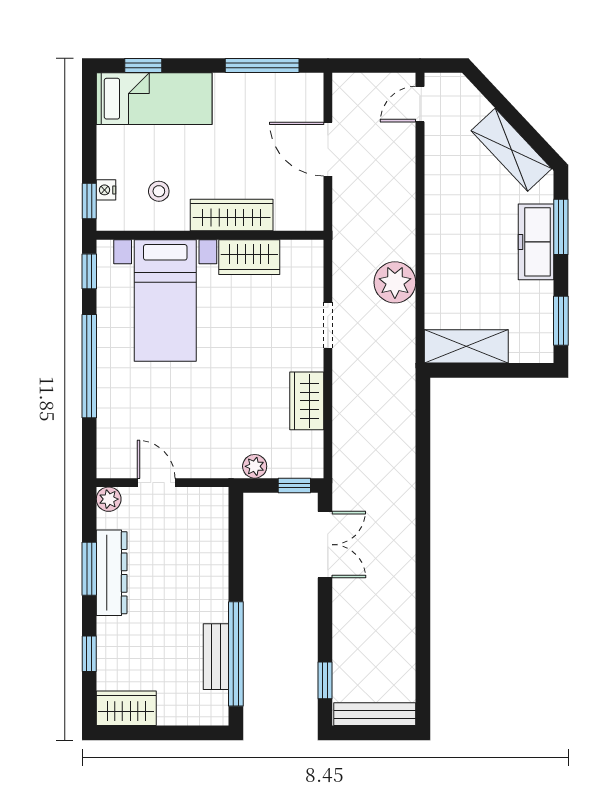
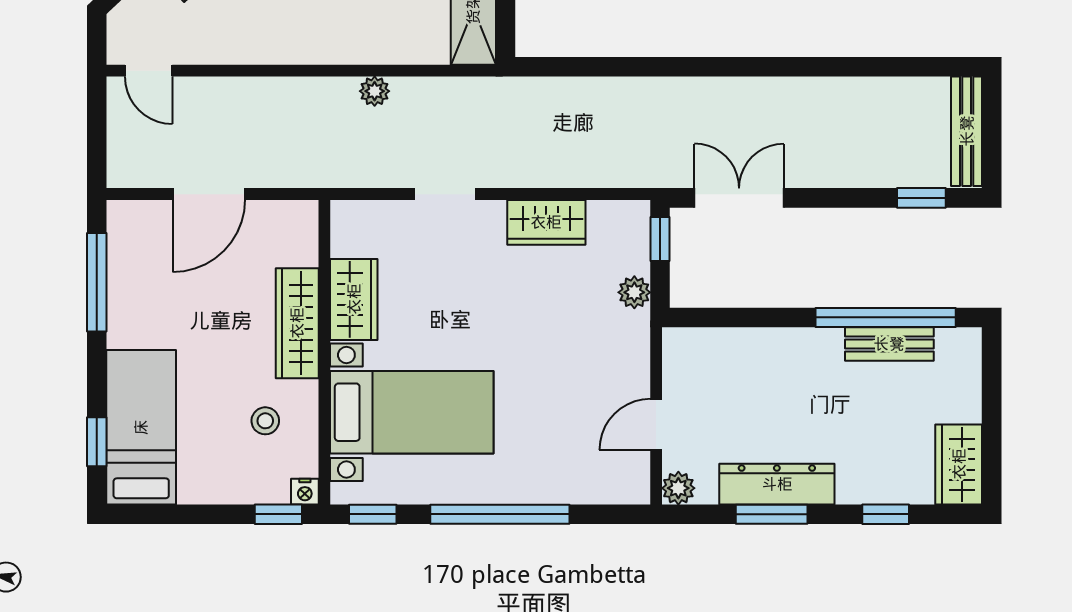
nightstand: (106, 190) -> (305, 492), moved
plant: (395, 282) -> (375, 91), width x0.53, depth x0.53

